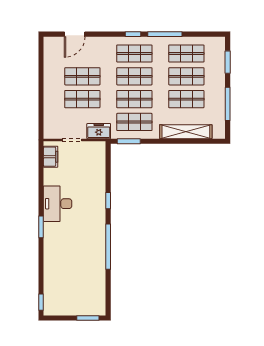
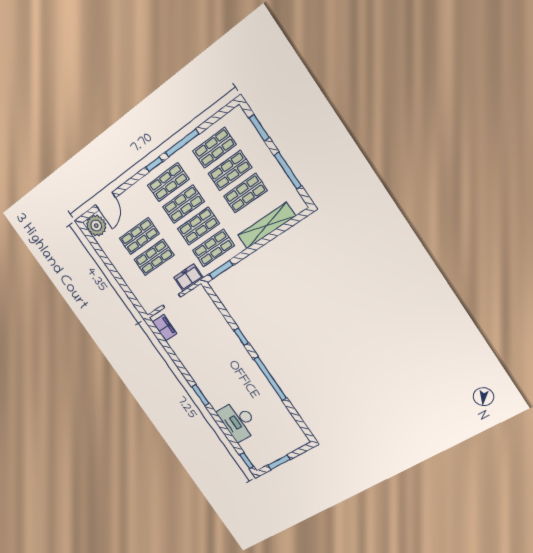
plant: (53, 46) -> (96, 226), added
desk: (58, 204) -> (238, 421), moved
window: (88, 318) -> (279, 462), moved

